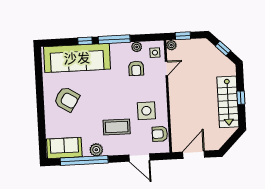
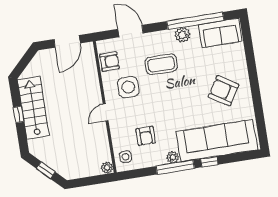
window: (183, 36) -> (95, 180), removed
plant: (137, 47) -> (173, 157), moved
armchair: (136, 68) -> (146, 136), turned 180
door: (166, 68) -> (106, 112), moved

